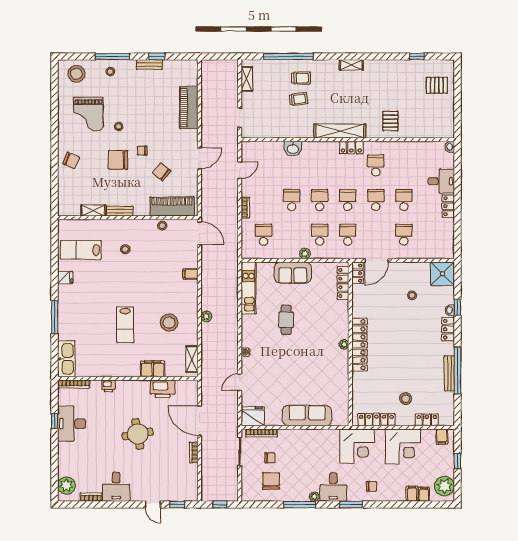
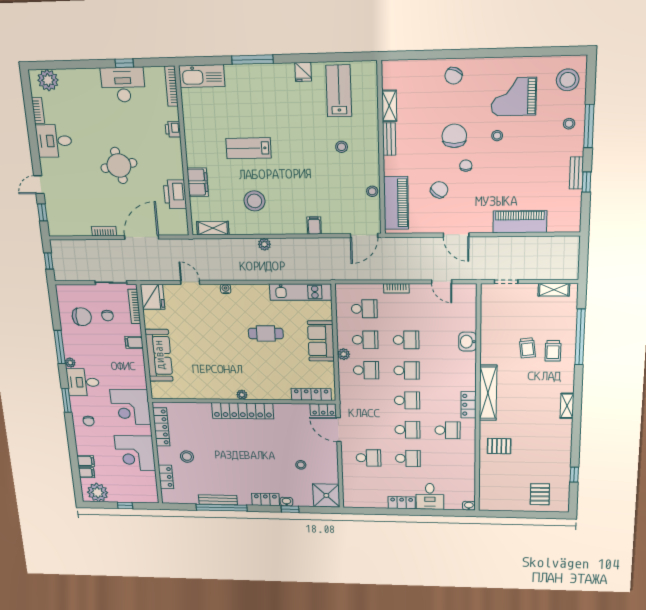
school desk: (348, 235) -> (365, 340), moved
filing cabinet: (442, 437) -> (134, 342), moved

